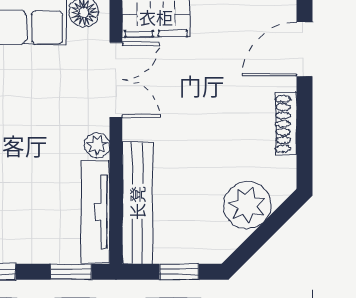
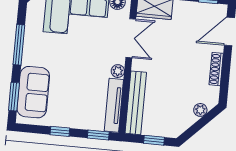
plant: (247, 205) -> (200, 110), width x0.53, depth x0.53

